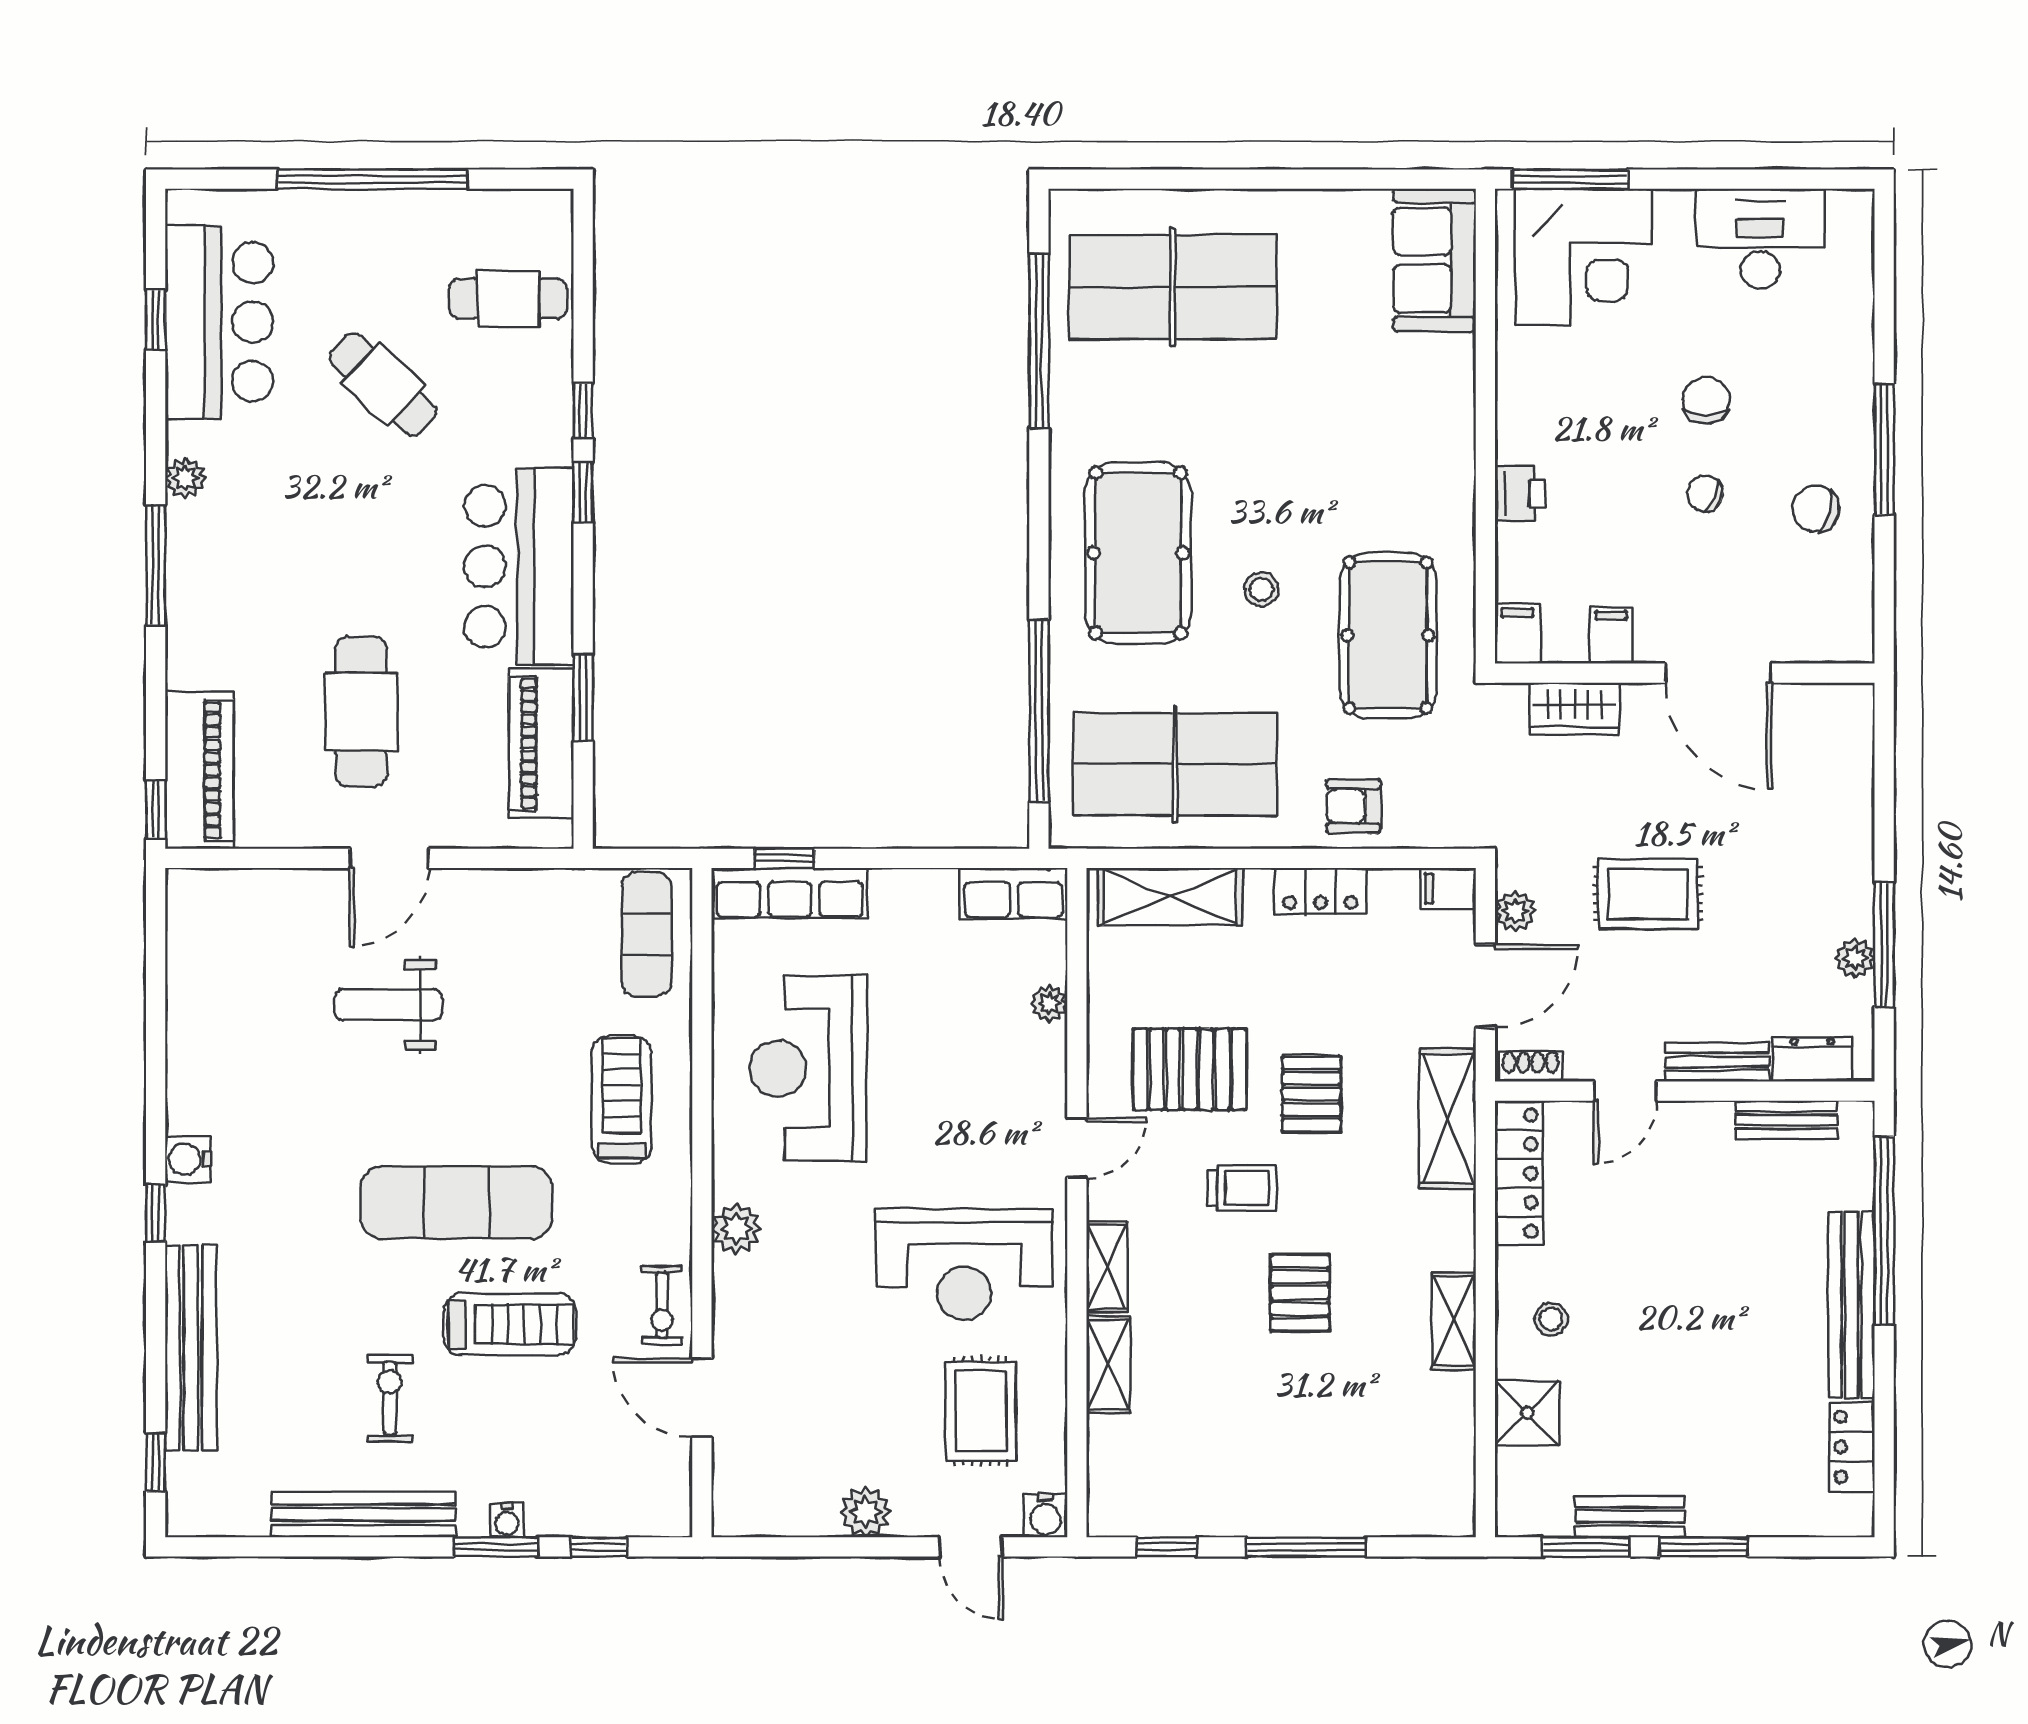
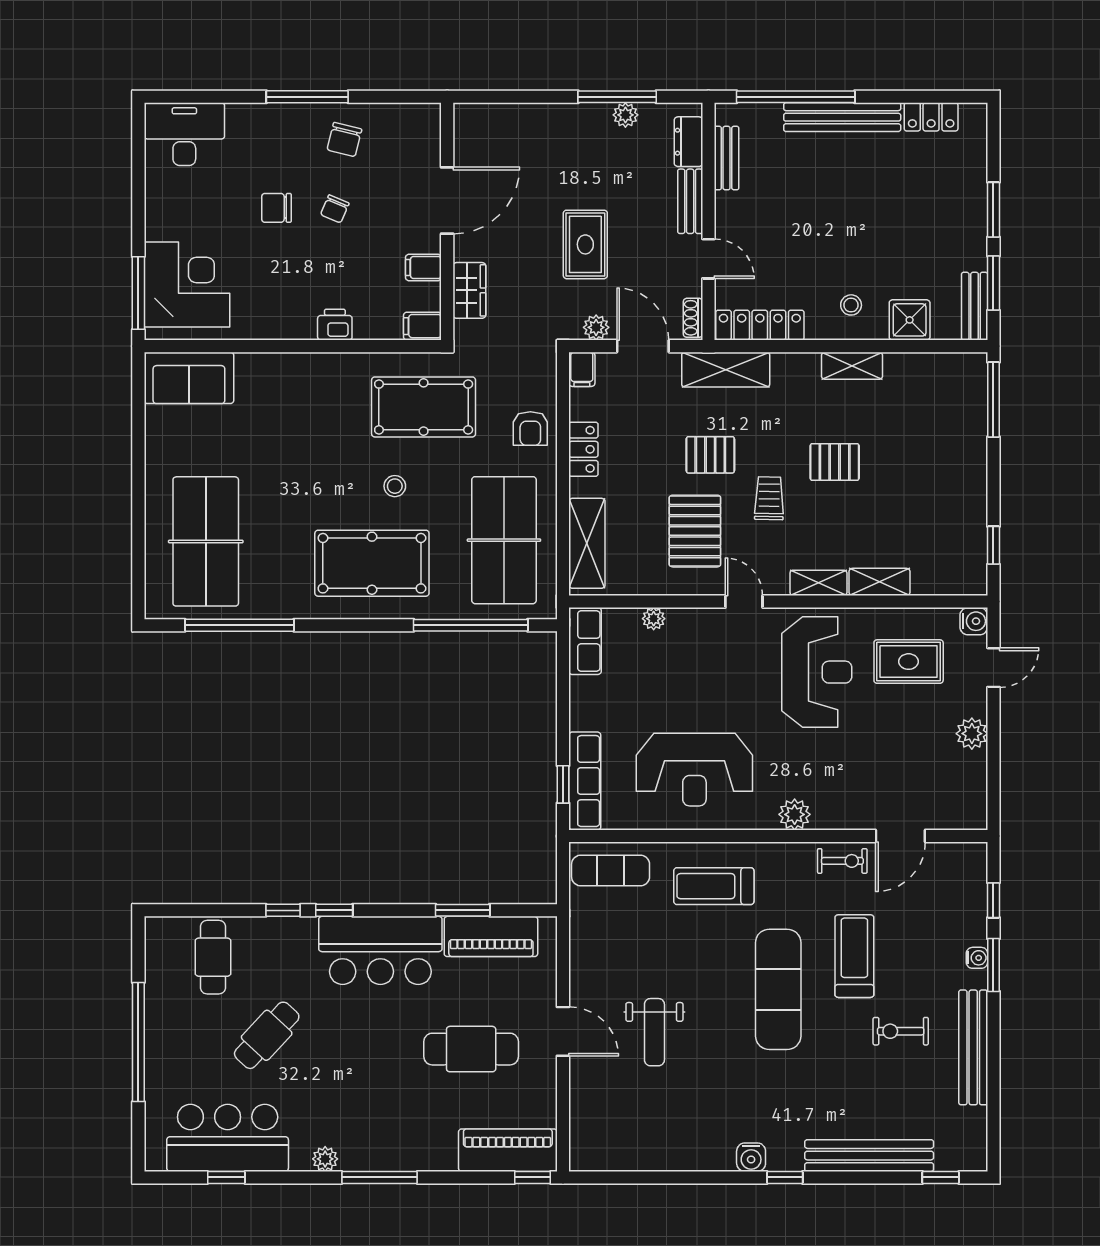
desk: (1760, 239) -> (184, 134), moved, turned 90
bench: (1630, 1517) -> (975, 306), moved
window: (1306, 1547) -> (993, 400), moved

